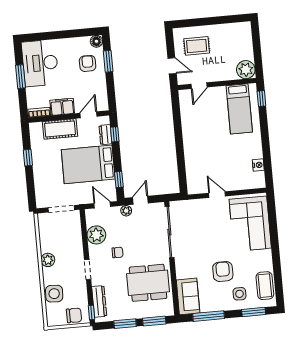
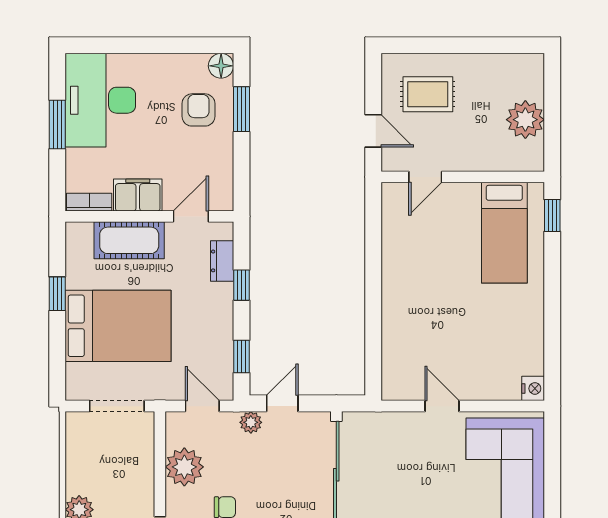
plant: (246, 70) -> (525, 120), moved
window: (115, 134) -> (242, 285), moved
bed: (88, 164) -> (118, 326), moved, turned 180
nightstand: (258, 165) -> (533, 388), moved

